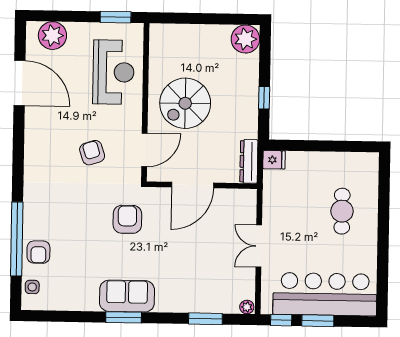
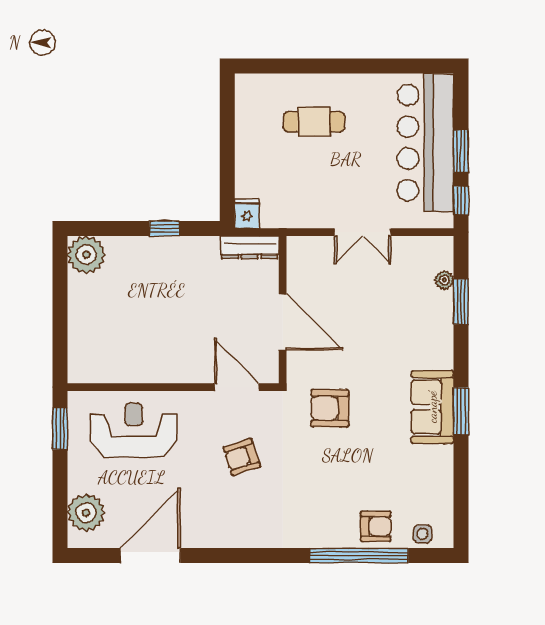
spiral stairs: (185, 103) -> (173, 334), removed
plant: (247, 307) -> (444, 280), moved

